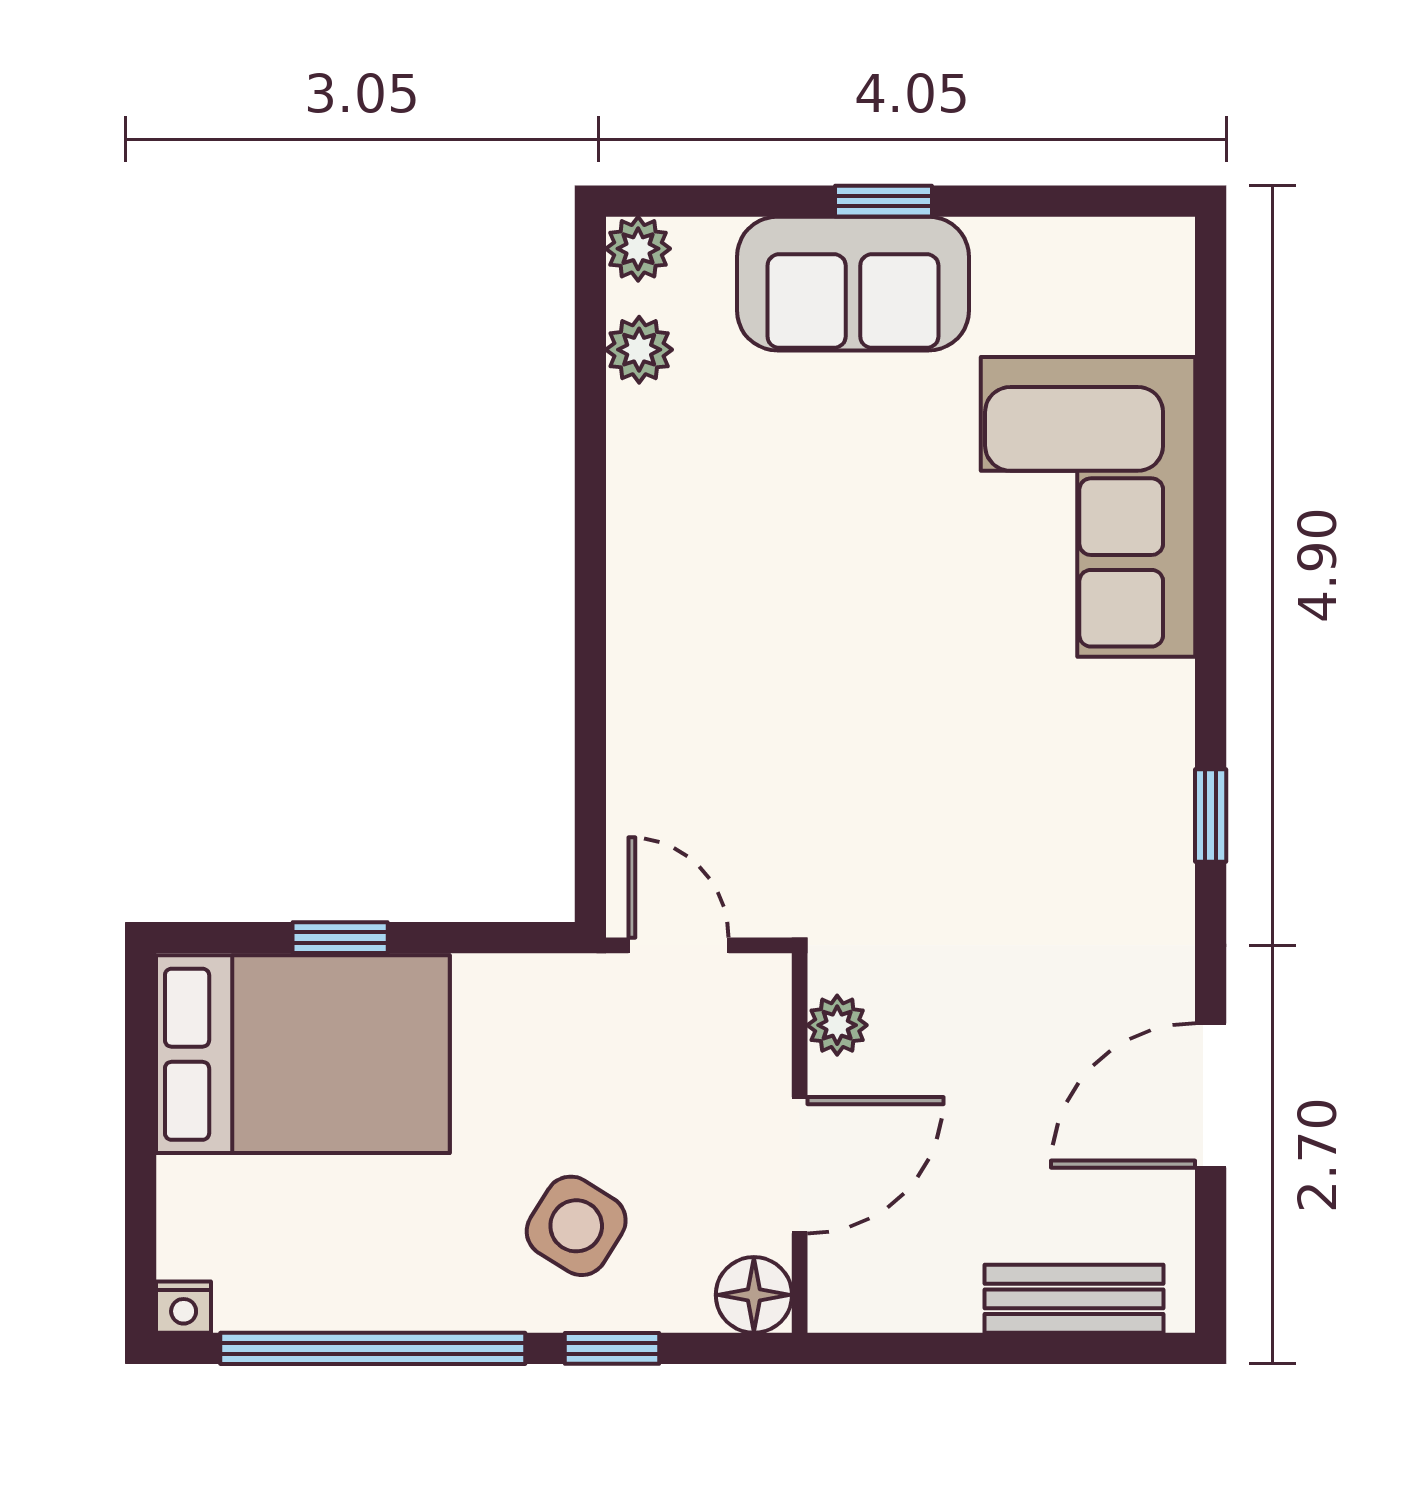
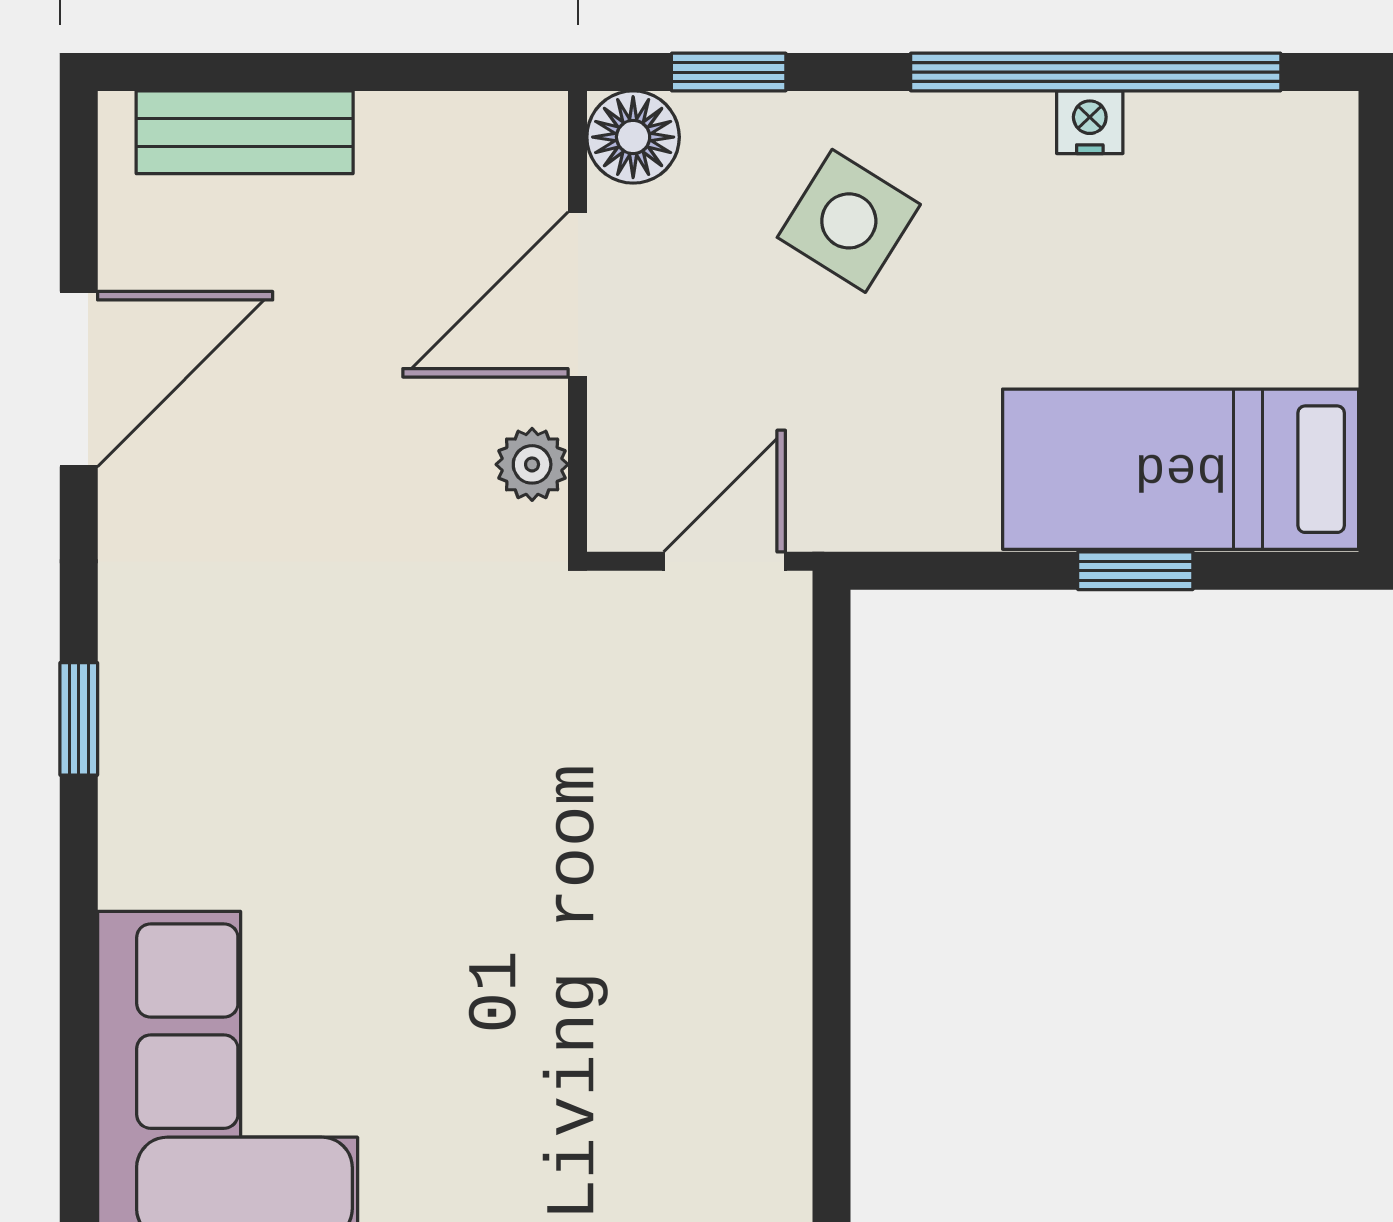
door: (679, 945) -> (725, 561), swing flipped
bed: (303, 1054) -> (1181, 469), width x0.67
nightstand: (184, 1307) -> (1090, 122), moved
window: (612, 1348) -> (729, 72), moved

